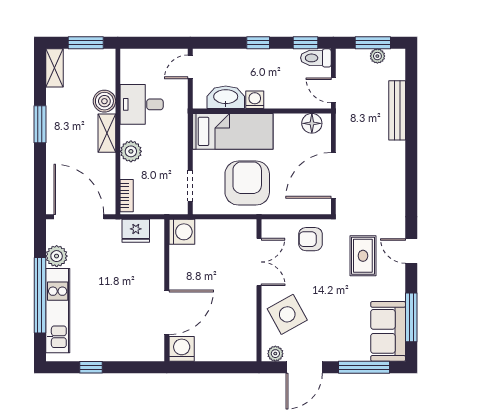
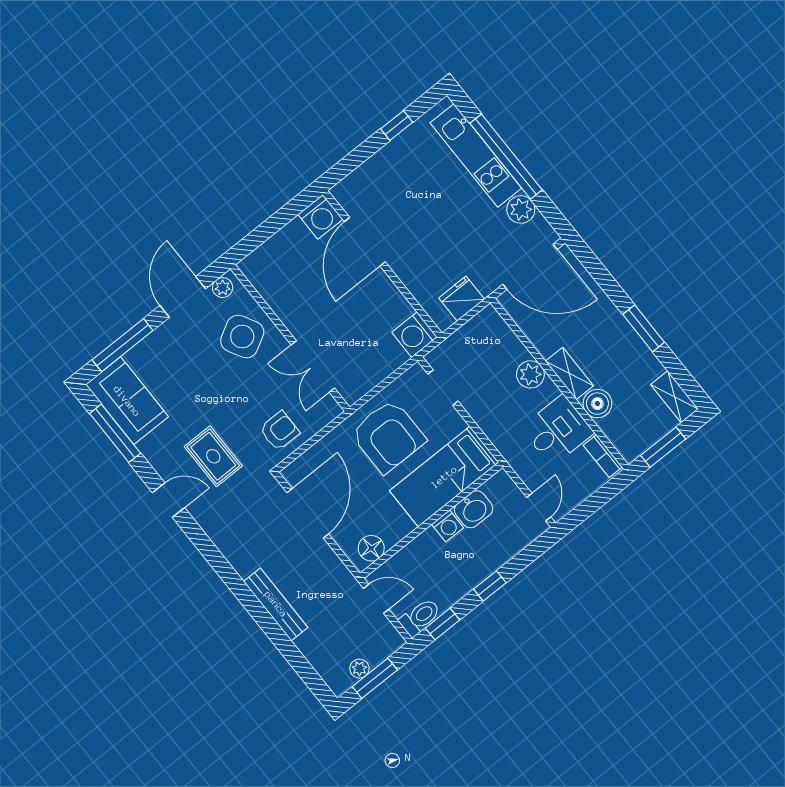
washbasin: (226, 97) -> (474, 509), width x0.72
bench: (397, 110) -> (276, 604), moved
bookcase: (127, 196) -> (603, 456), moved

